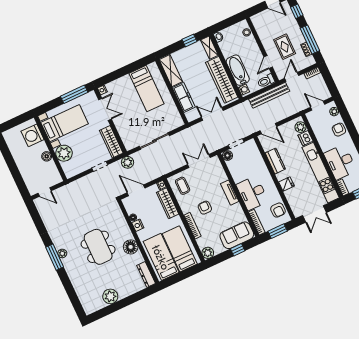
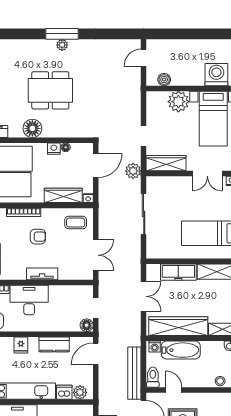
floor lamp: (227, 155) -> (87, 325), moved
boiler: (47, 156) -> (164, 80), moved

